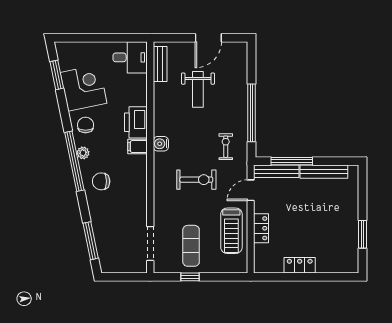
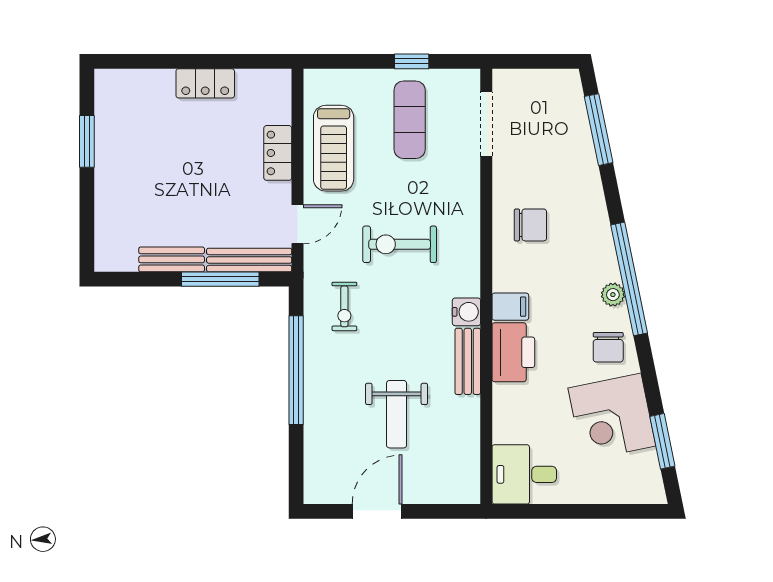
bench: (160, 64) -> (468, 361), moved
weight bench: (198, 89) -> (397, 414), turned 180
bench: (324, 172) -> (172, 259), width x0.73
chair: (101, 181) -> (530, 225), moved
treadmill: (231, 231) -> (334, 148), turned 180

